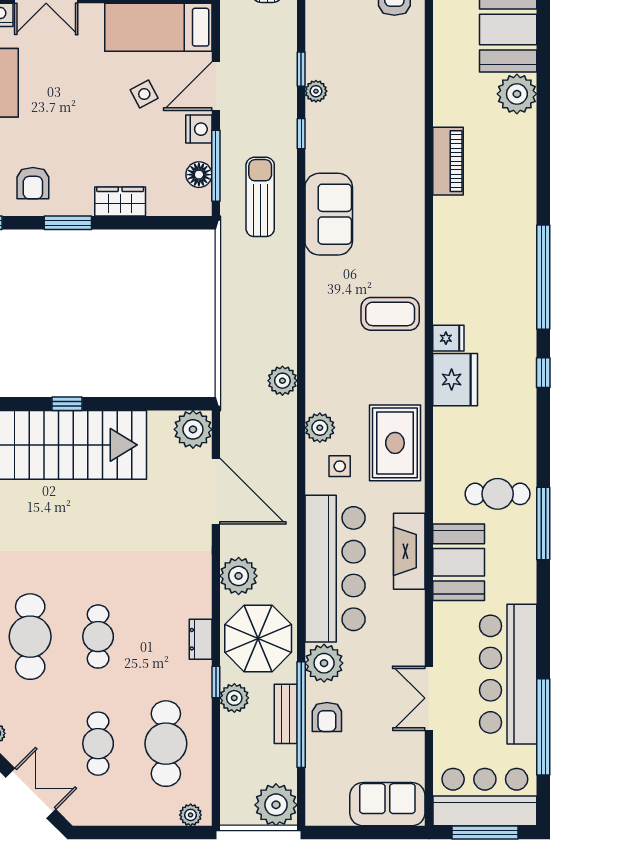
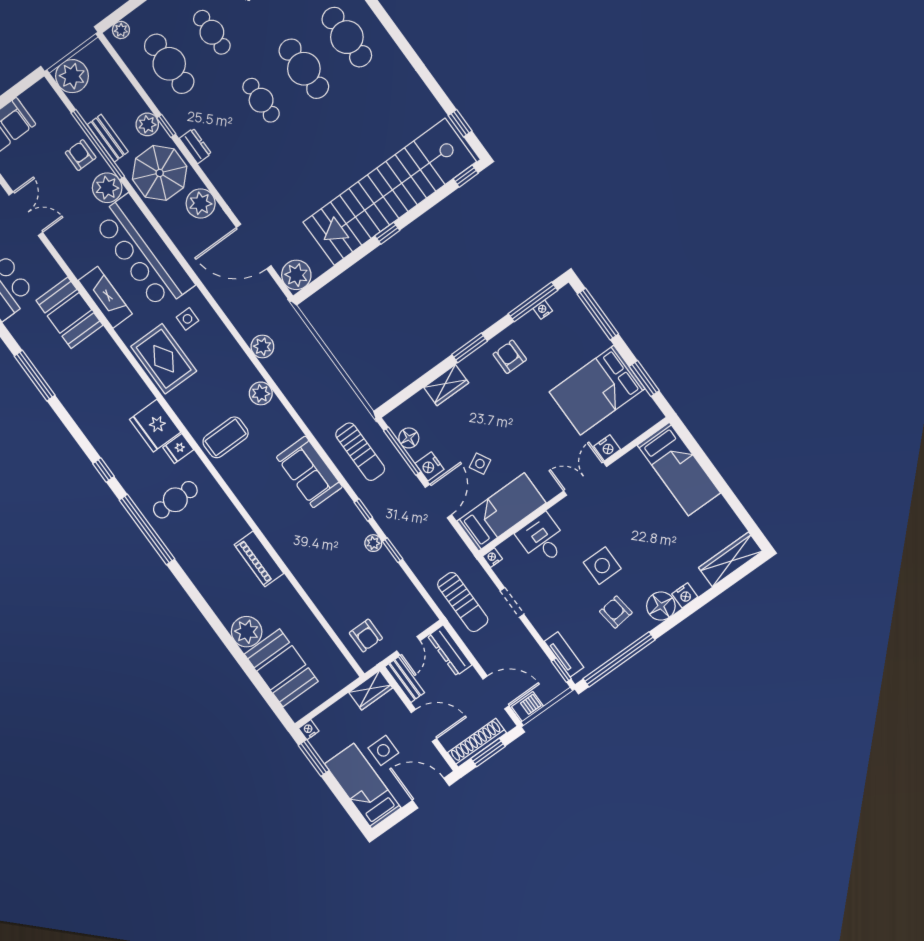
plant: (320, 428) -> (261, 393), moved
cafe table: (498, 494) -> (175, 500), moved

